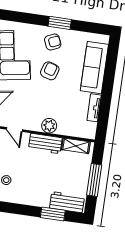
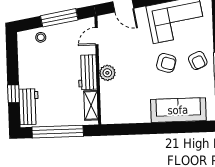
tv unit: (94, 108) -> (135, 117), removed
window: (94, 180) -> (58, 132), width x1.46
window: (53, 214) -> (13, 94), width x0.67

